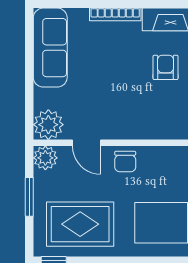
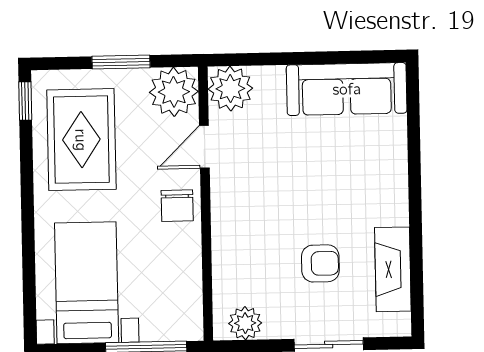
bookcase: (115, 14) -> (399, 186), removed
plant: (45, 158) -> (174, 92), width x1.36, depth x1.36
chair: (125, 162) -> (177, 206), turned -90

